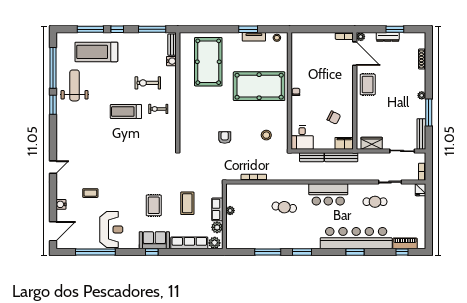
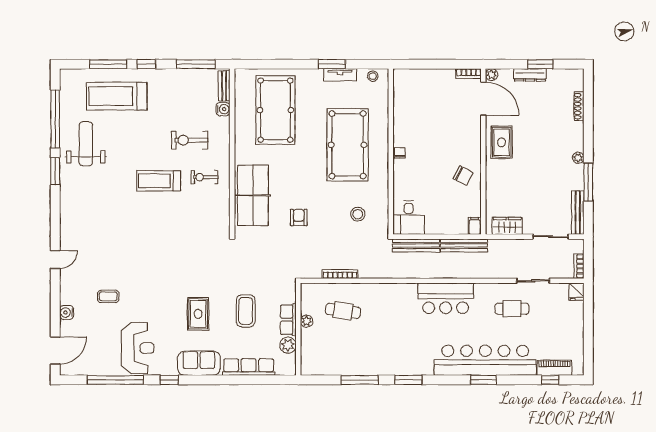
pool table: (259, 86) -> (348, 145), turned 90
chair: (334, 118) -> (463, 176), moved
table tennis table: (192, 122) -> (253, 195), added
filing cabinet: (344, 143) -> (475, 226), width x0.50
bench: (312, 157) -> (416, 245), width x1.36
cafe table: (284, 207) -> (343, 311), moved
plant: (215, 243) -> (284, 367), removed
window: (152, 252) -> (169, 380), moved

